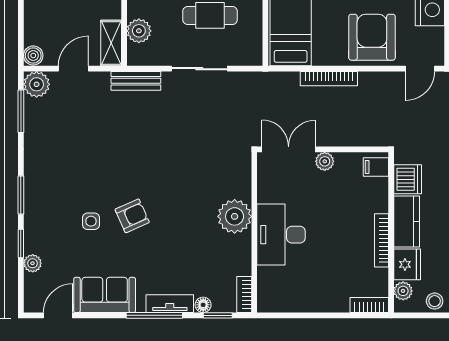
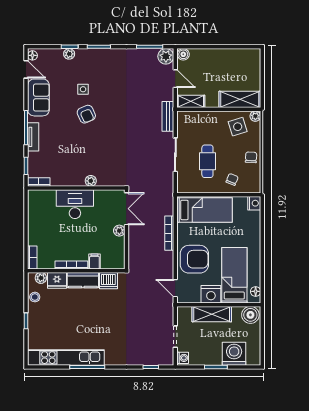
plant: (139, 31) -> (198, 118), removed
filing cabinet: (376, 167) -> (94, 262), moved
plant: (235, 216) -> (91, 181), width x0.53, depth x0.53
plant: (33, 263) -> (69, 54), moved
floor lamp: (203, 305) -> (32, 55), moved

